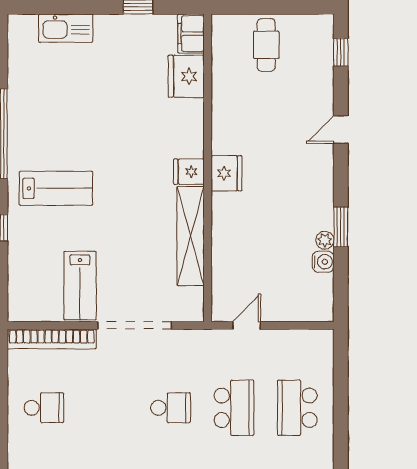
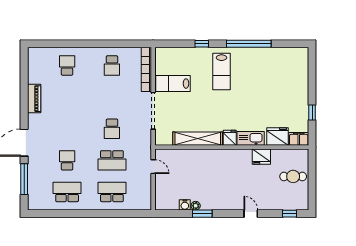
kitchen sink: (66, 28) -> (251, 138), moved, turned 90
fridge: (226, 173) -> (261, 157), moved

